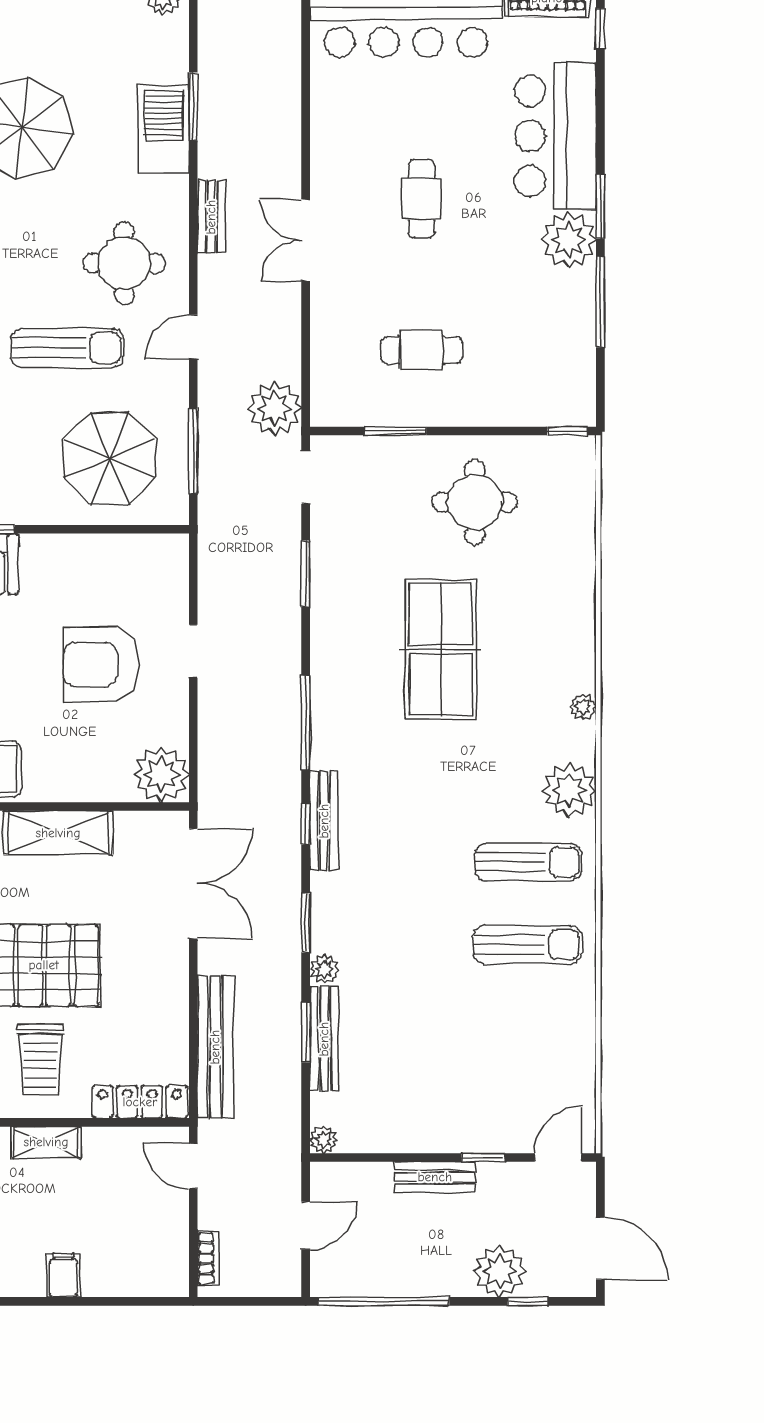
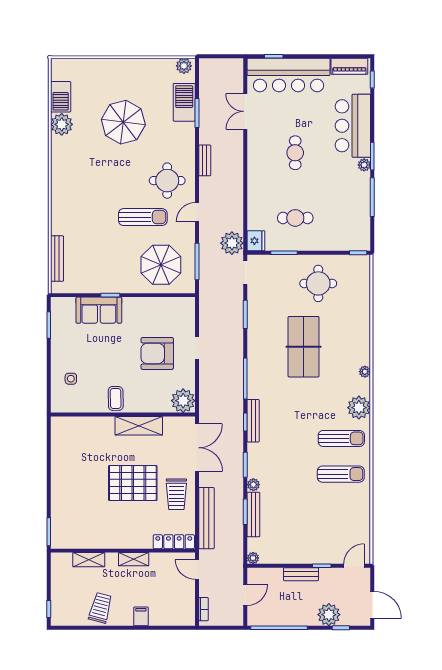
barbecue: (164, 129) -> (184, 102), moved
double door: (306, 240) -> (245, 111), moved
plant: (569, 240) -> (364, 165), width x0.53, depth x0.53
fridge: (330, 403) -> (256, 241), added
trolley: (40, 1060) -> (176, 494), moved

